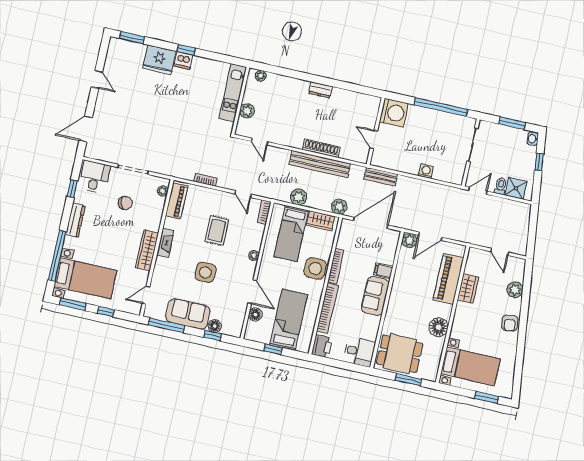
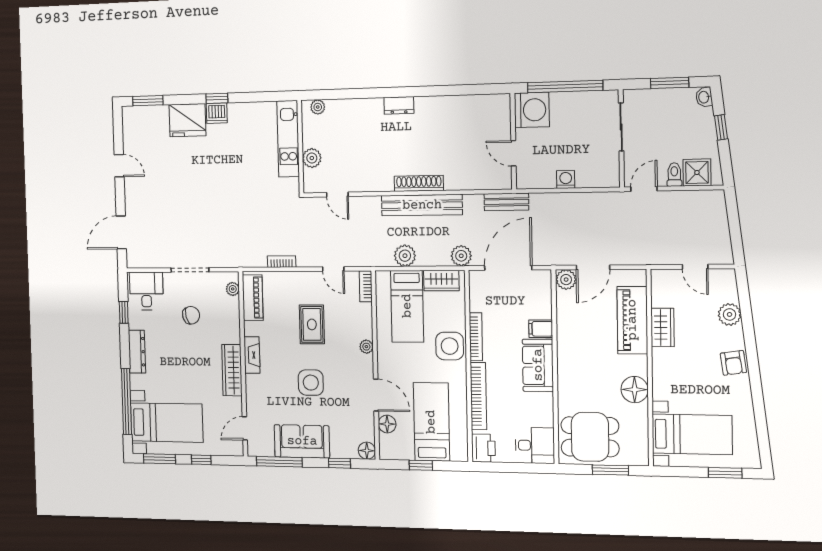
washing machine: (394, 113) -> (532, 110), moved
wall: (376, 131) -> (513, 141), moved
door: (374, 140) -> (513, 153), moved
floor lamp: (215, 326) -> (367, 451), moved

